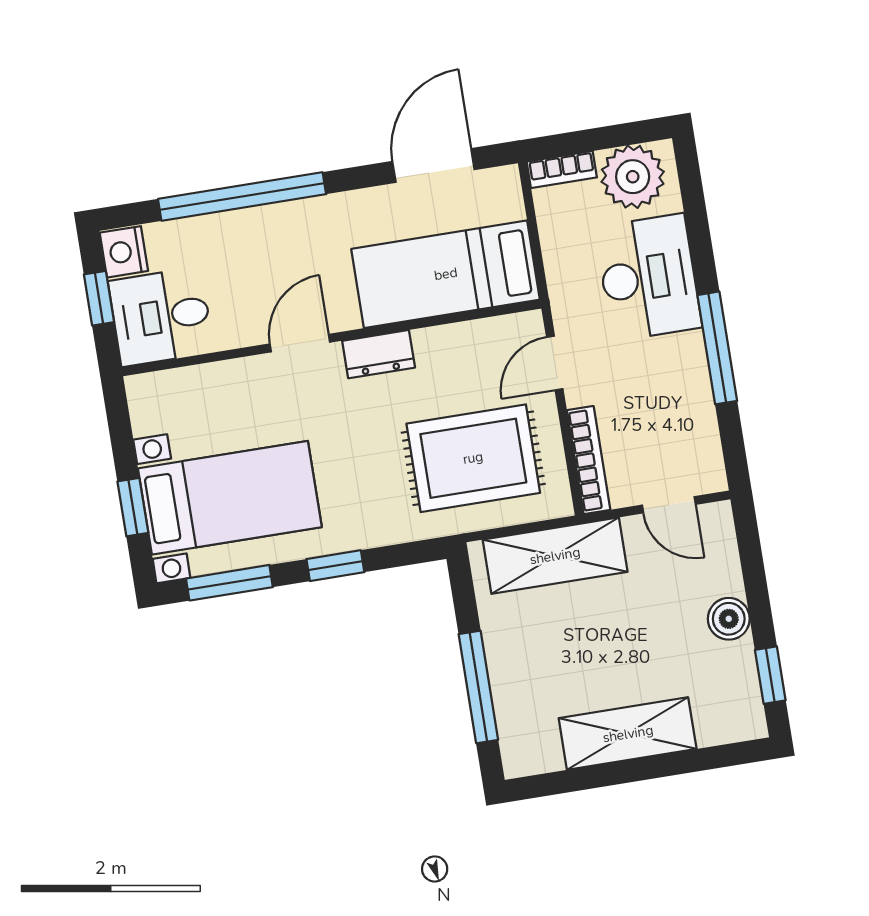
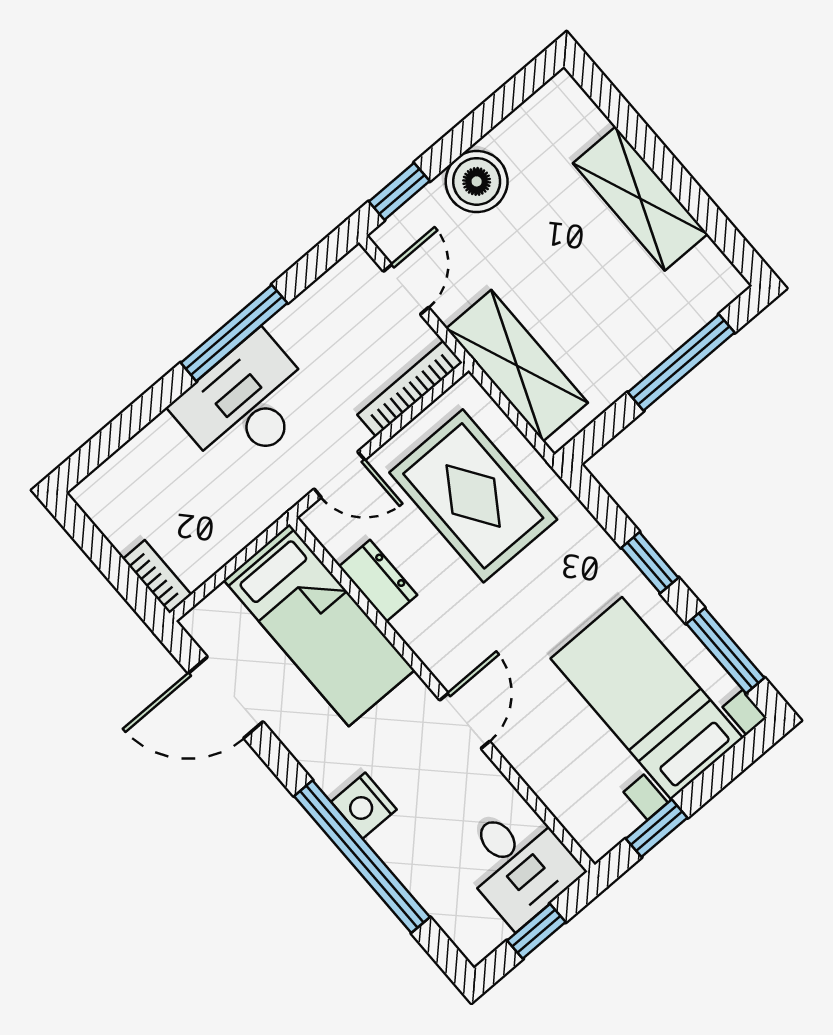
plant: (633, 177) -> (124, 507), removed
nightstand: (124, 252) -> (364, 806), moved, turned 90
desk: (648, 277) -> (246, 404), moved
door: (300, 343) -> (465, 721), swing flipped
dresser: (379, 354) -> (378, 581), moved
window: (133, 507) -> (657, 828), moved
boiler: (729, 619) -> (477, 181), width x1.36, depth x1.36
window: (770, 675) -> (399, 191), moved

